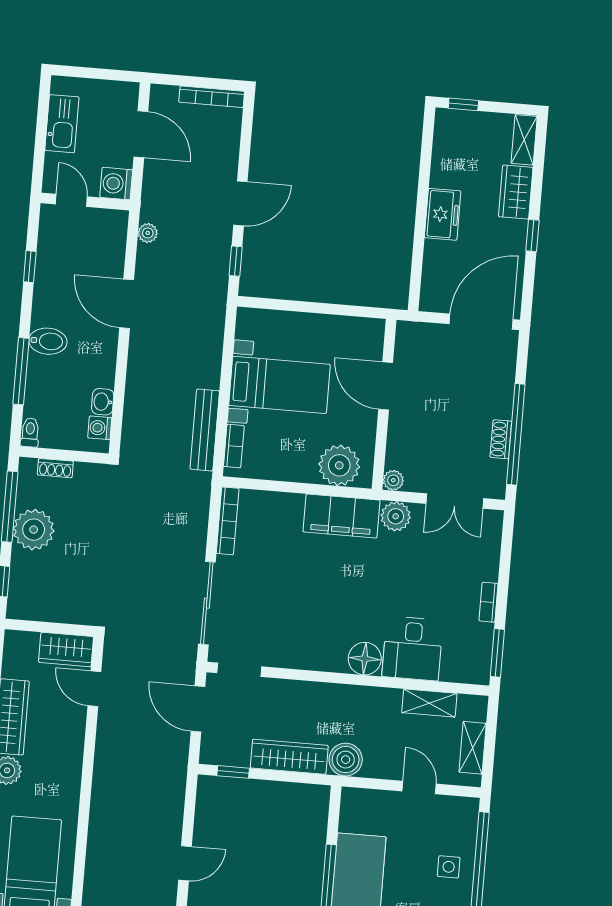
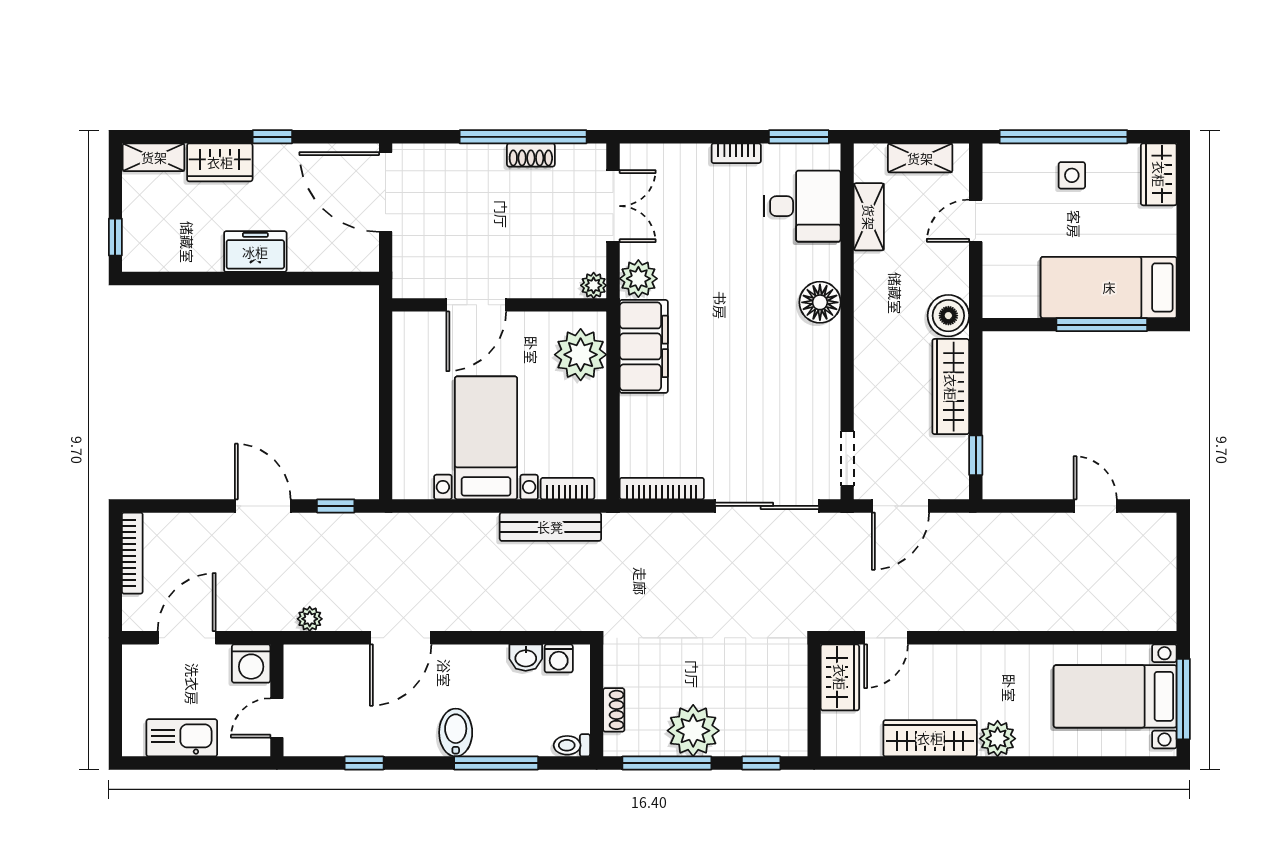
desk: (412, 649) -> (802, 206), moved

